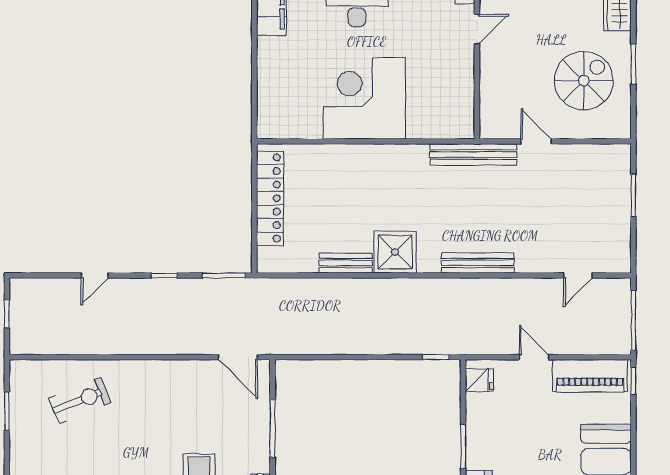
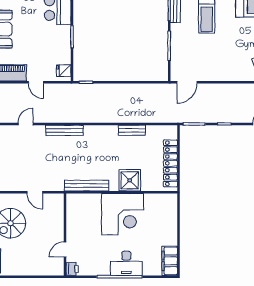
bench: (473, 155) -> (87, 186), moved
shower: (395, 252) -> (130, 180), moved
door: (578, 275) -> (26, 124), moved
door: (238, 357) -> (187, 82), swing flipped

